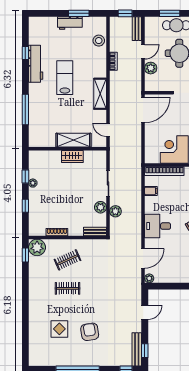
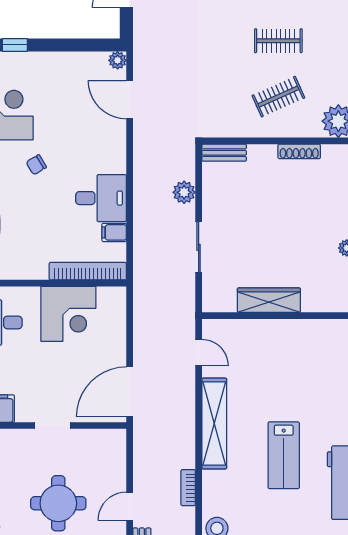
plant: (151, 68) -> (115, 474), removed
shelving: (100, 94) -> (214, 424), width x1.47
shelving: (73, 140) -> (267, 332), removed
wardrobe: (72, 156) -> (269, 300), width x1.50
plant: (101, 207) -> (213, 200), removed
desk: (158, 226) -> (101, 198), moved
door: (143, 258) -> (130, 100), hinge flipped

